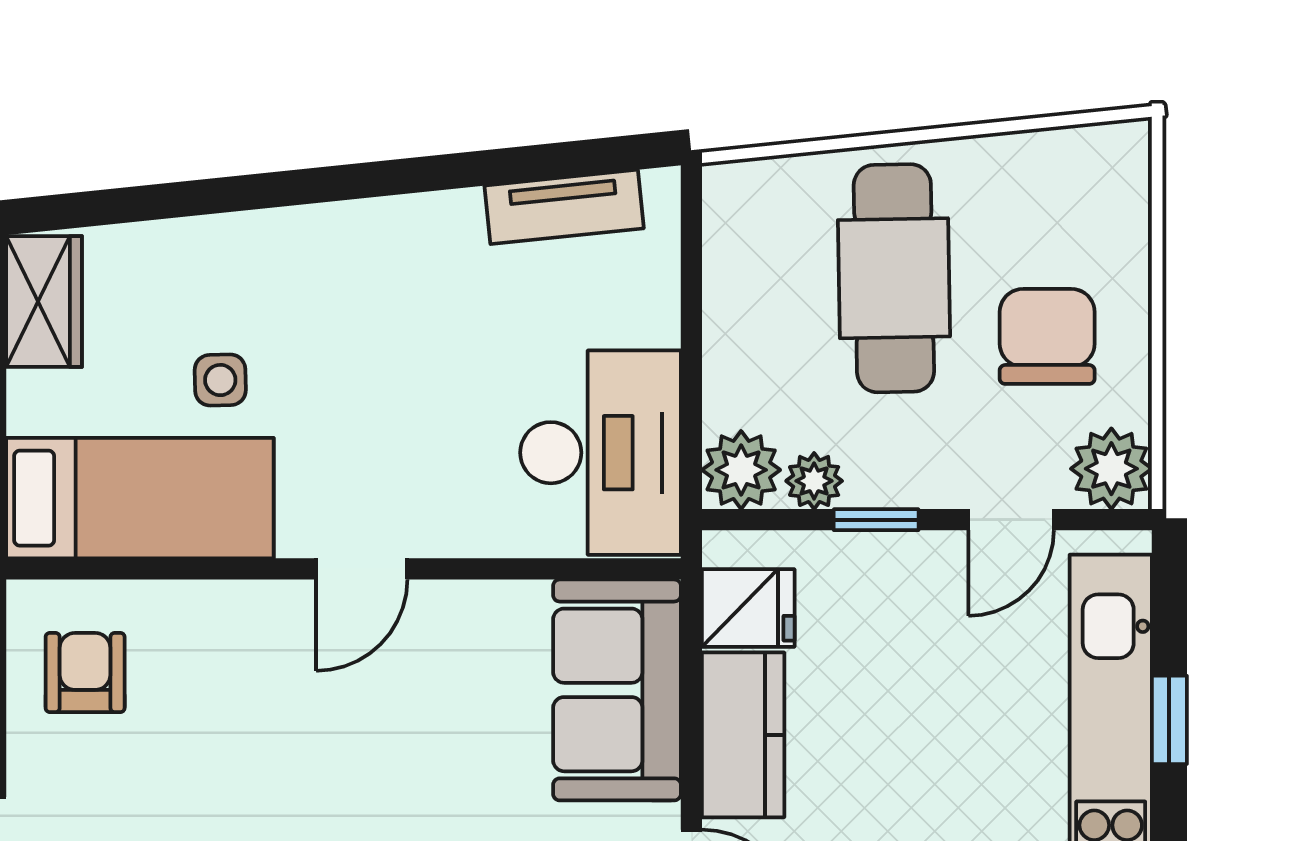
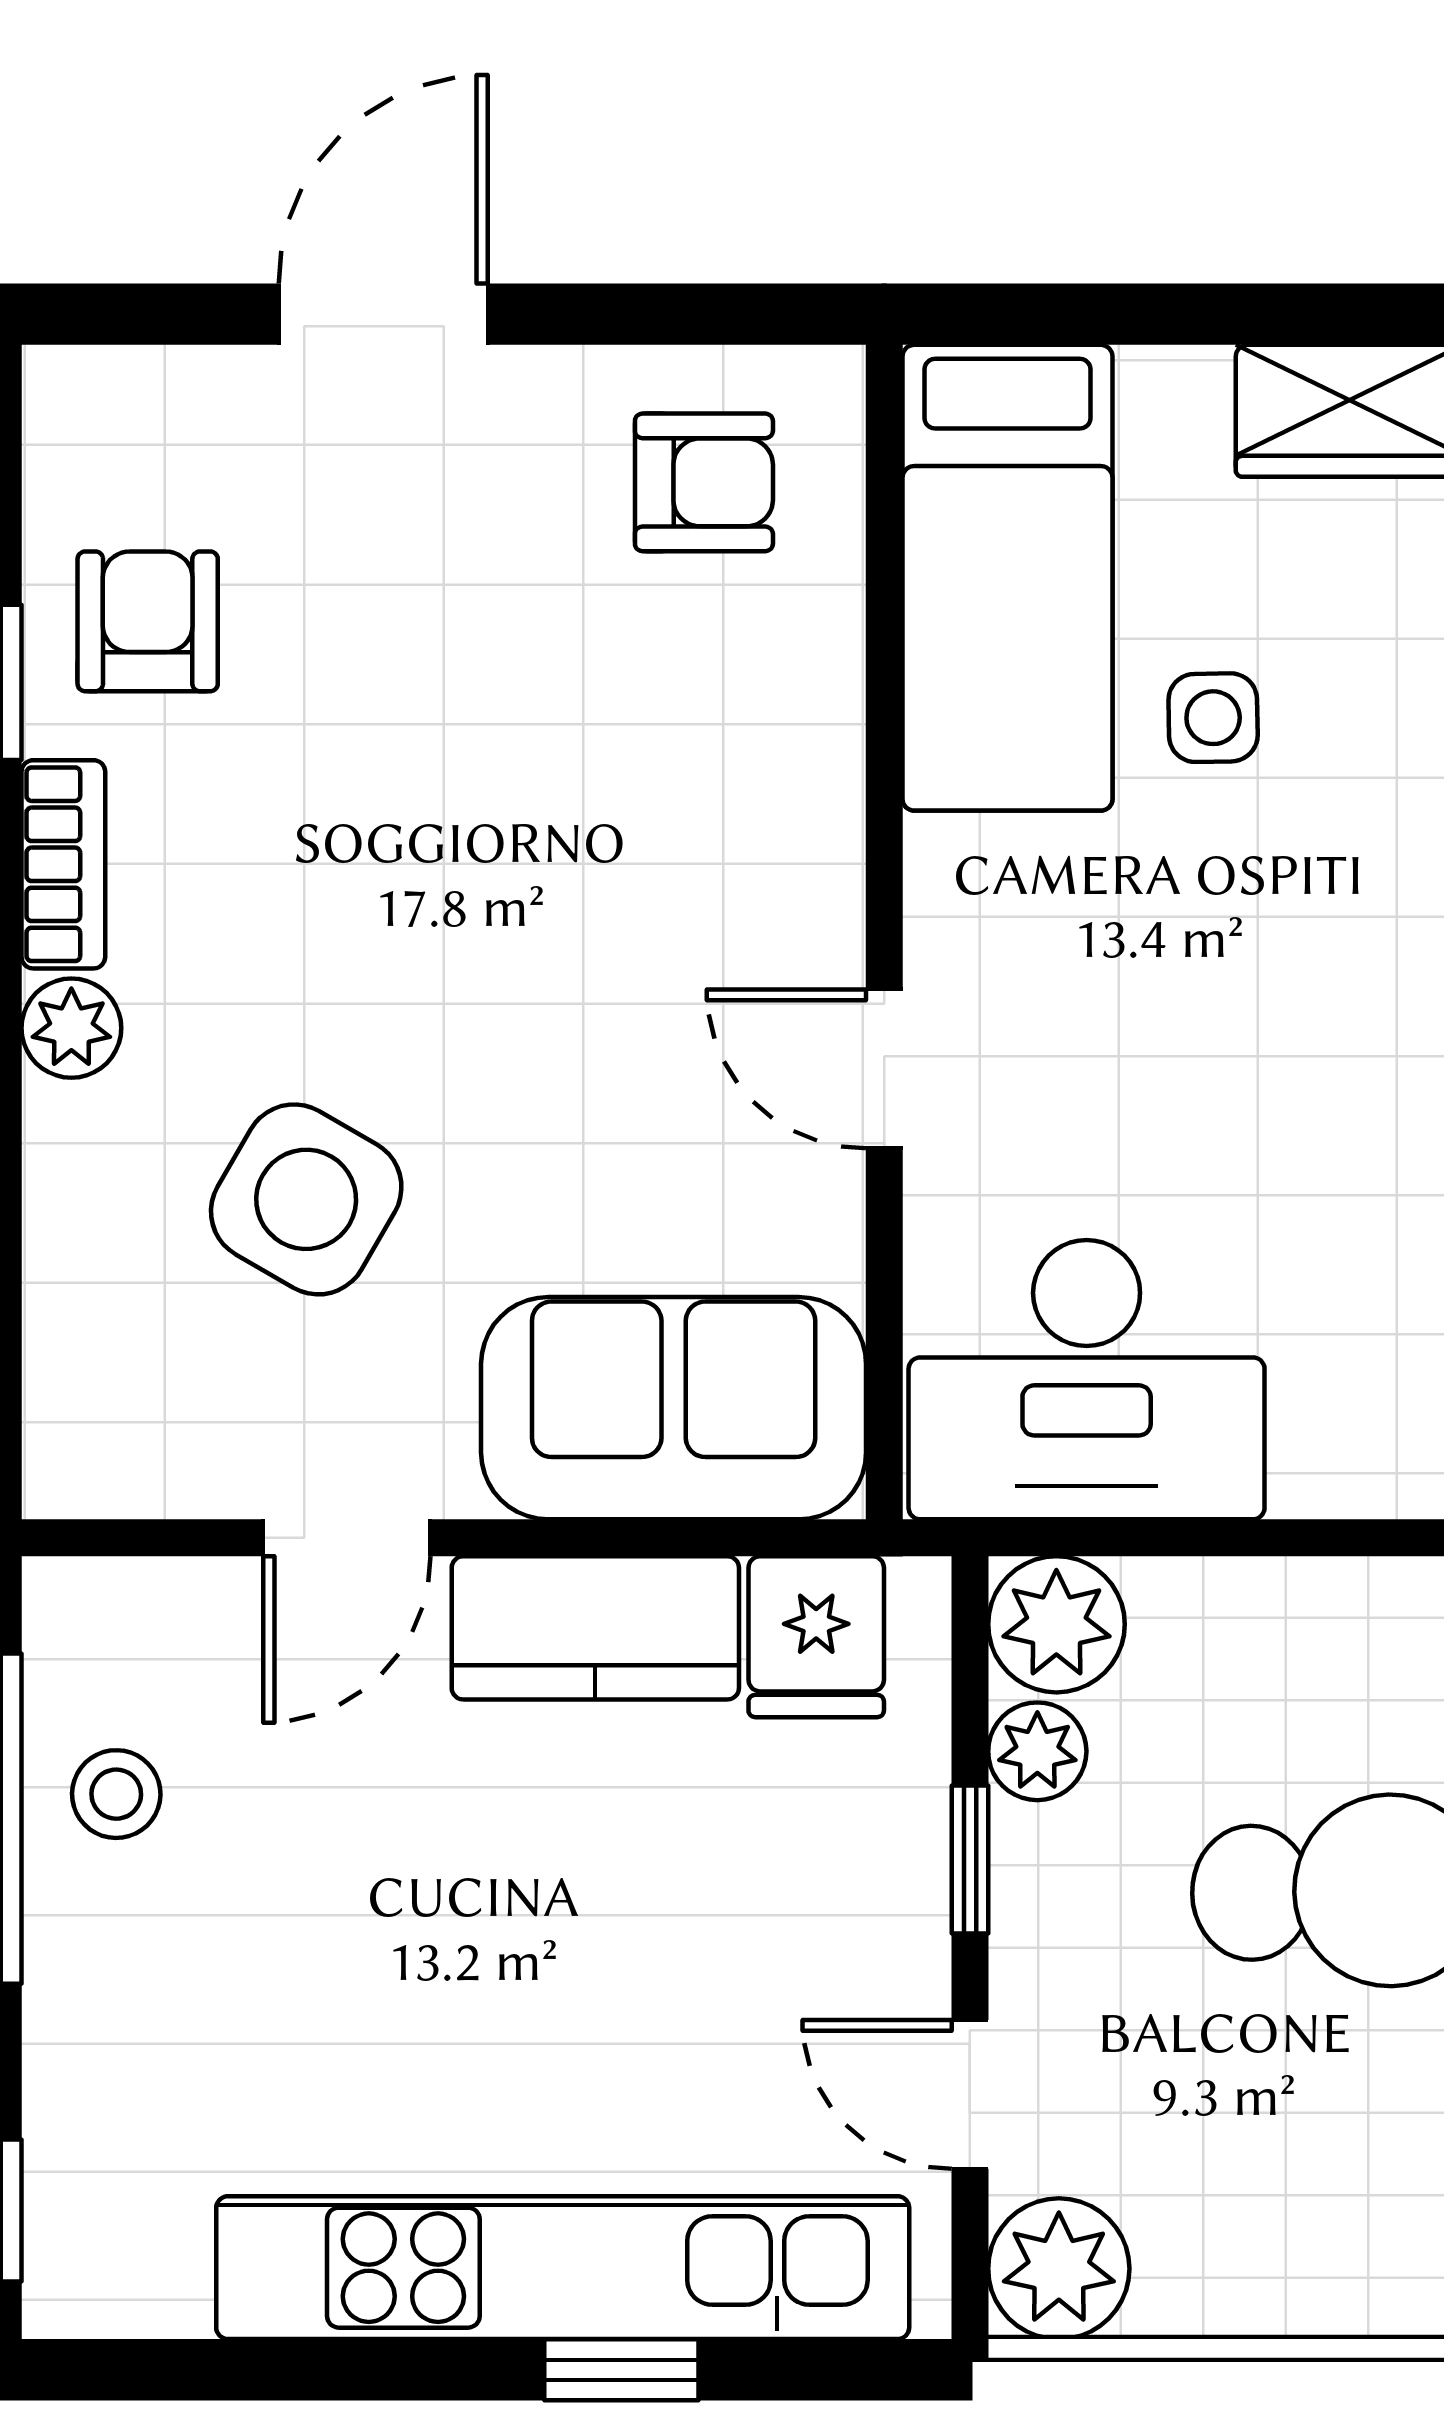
chair: (1047, 336) -> (1289, 2157), removed
door: (362, 569) -> (884, 1069), moved

